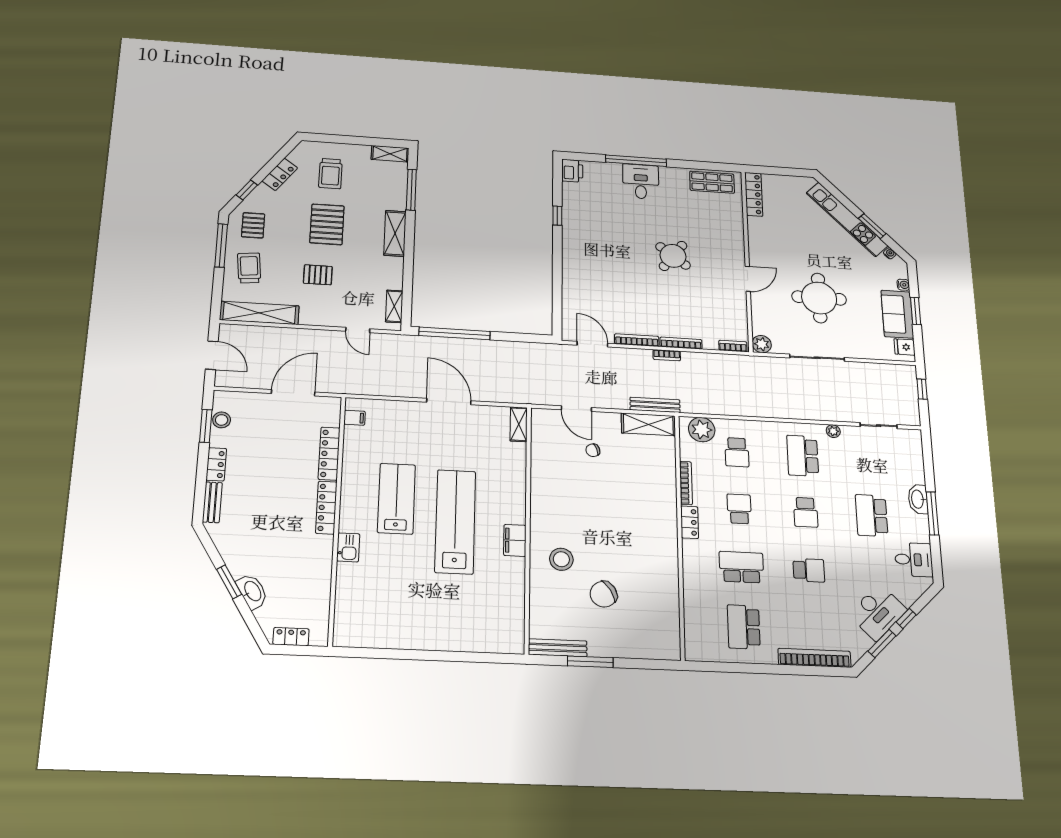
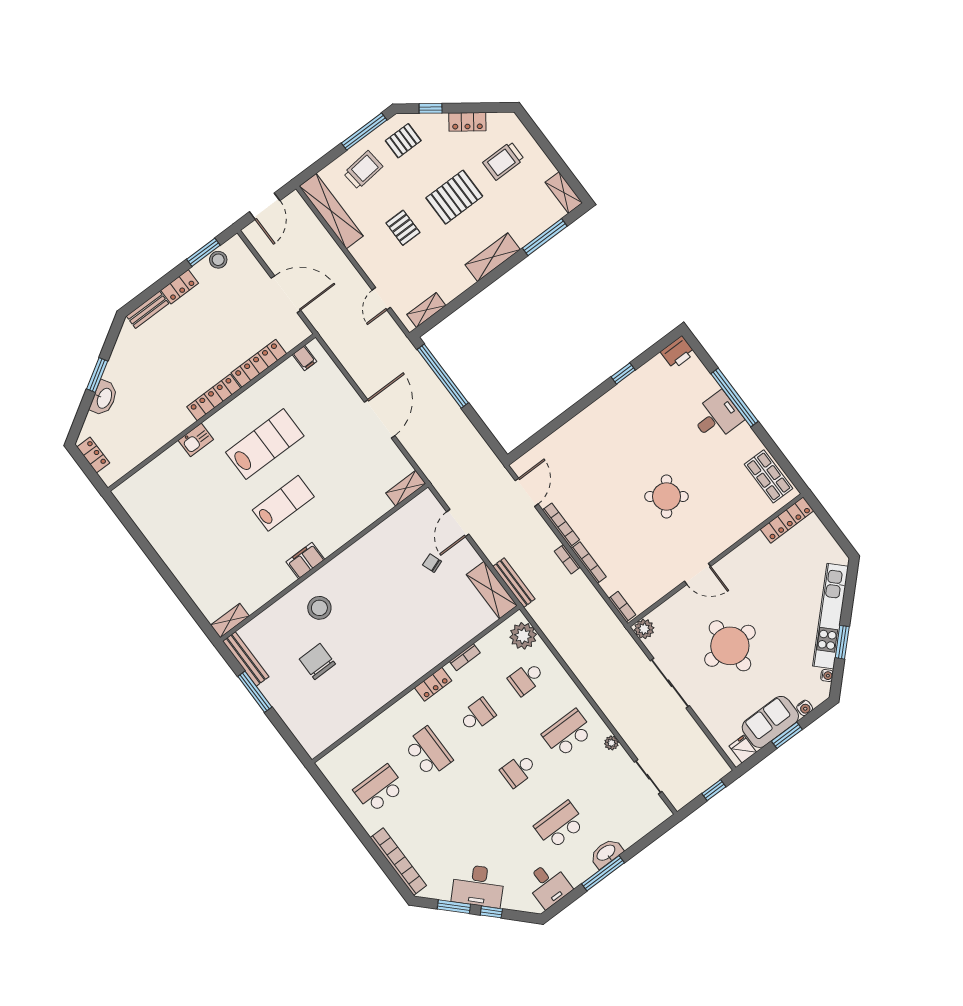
bookcase: (686, 483) -> (465, 657), width x0.64
lab bench: (455, 522) -> (283, 503), width x0.54, depth x0.72
school desk: (809, 570) -> (469, 807), removed
chair: (604, 594) -> (317, 662), turned 32
shelving: (516, 636) -> (230, 621), added

